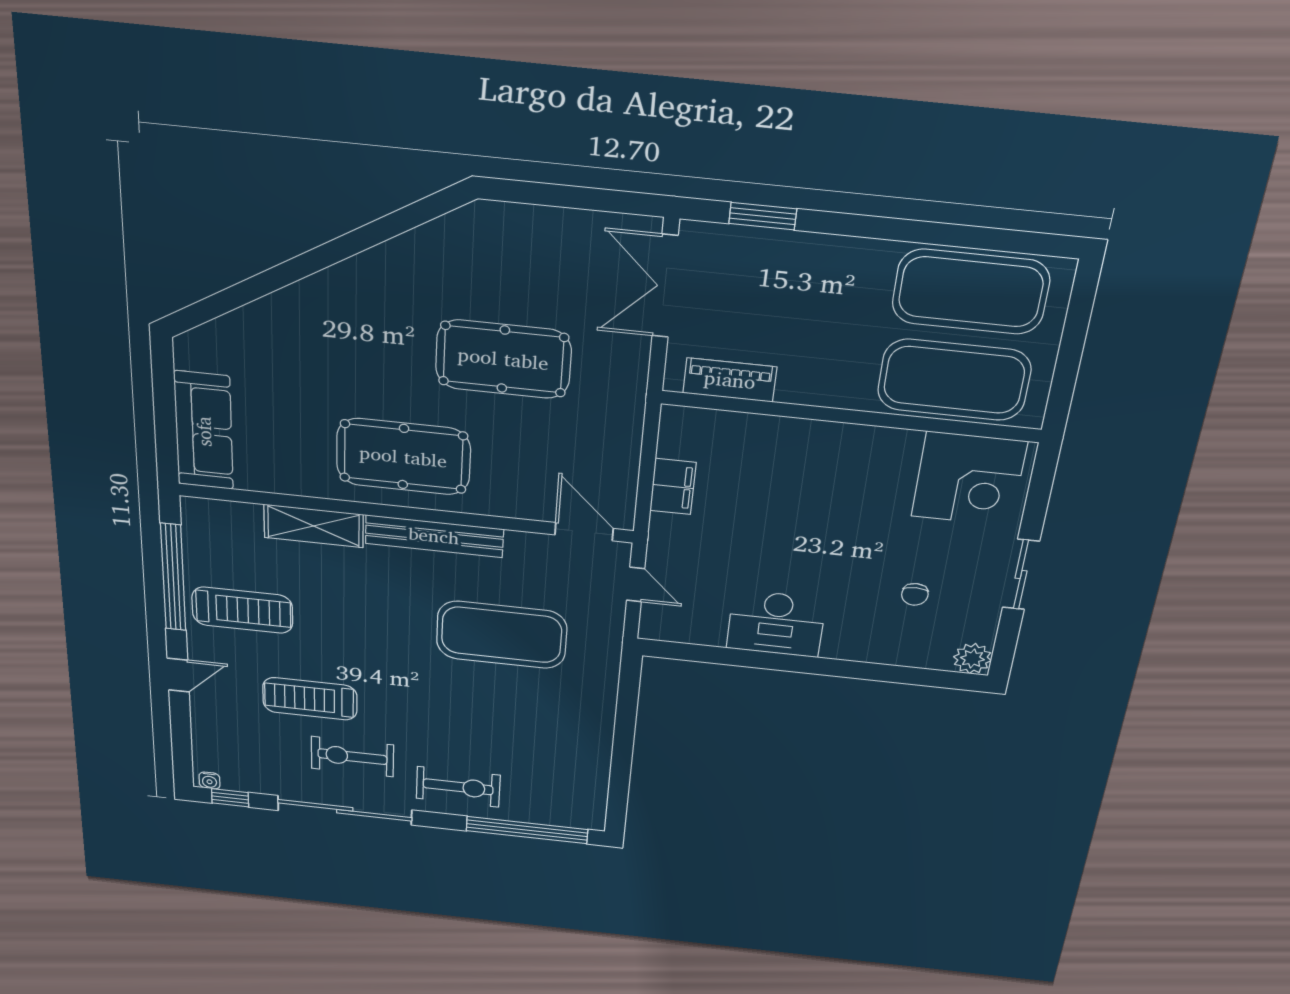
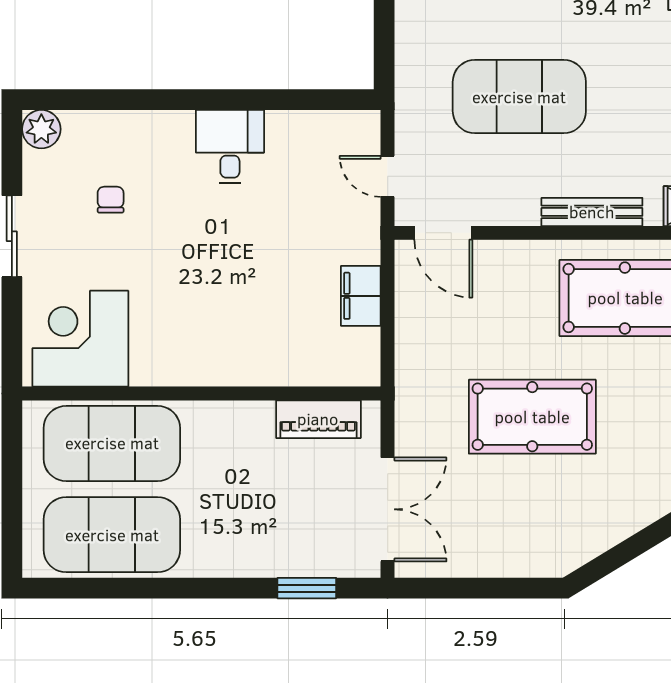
bench: (434, 536) -> (592, 212), width x0.73, depth x0.82
desk: (776, 624) -> (230, 147), width x0.73

